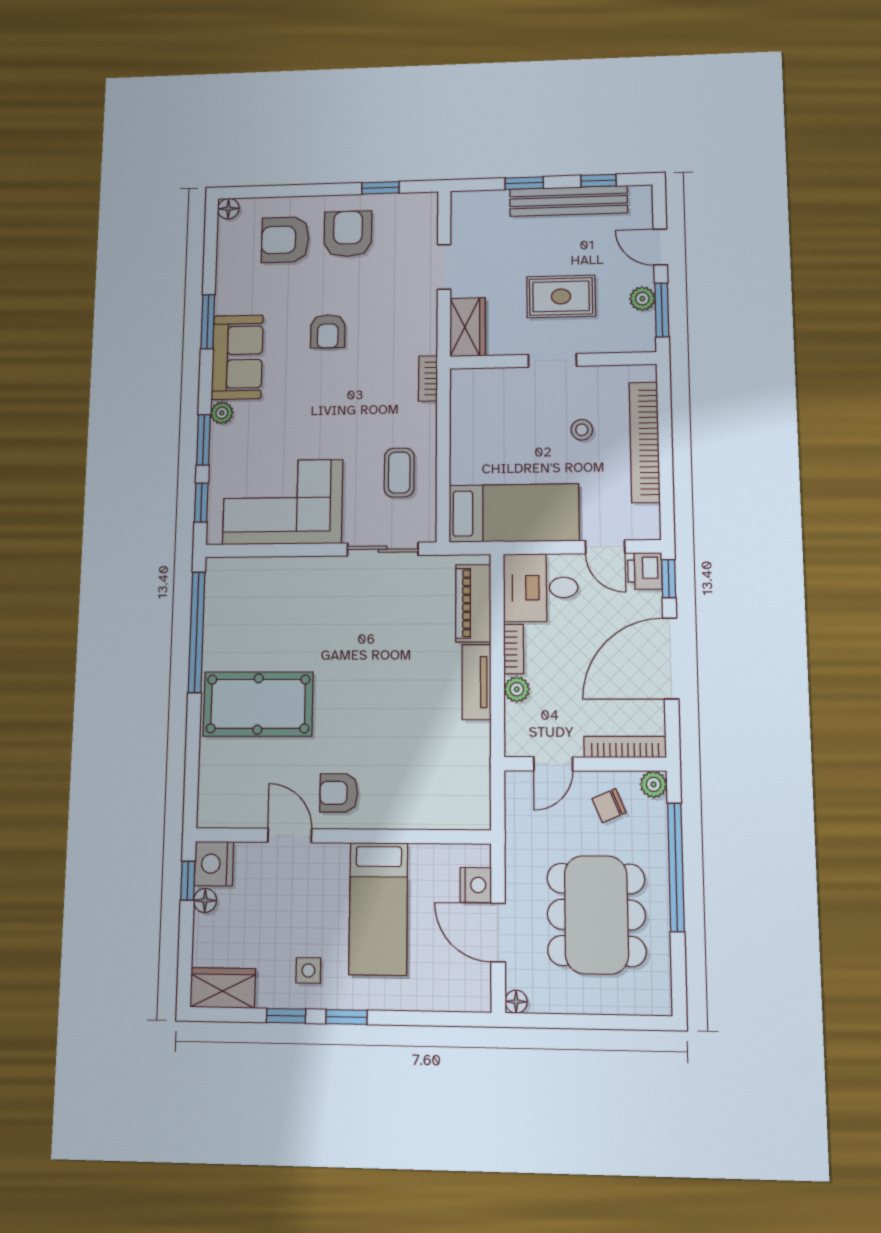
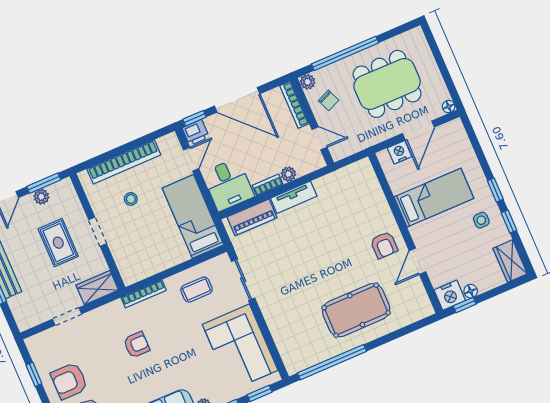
armchair: (328, 331) -> (136, 345), moved
bookcase: (428, 378) -> (144, 294), width x1.56
pool table: (258, 704) -> (356, 310), turned 90

